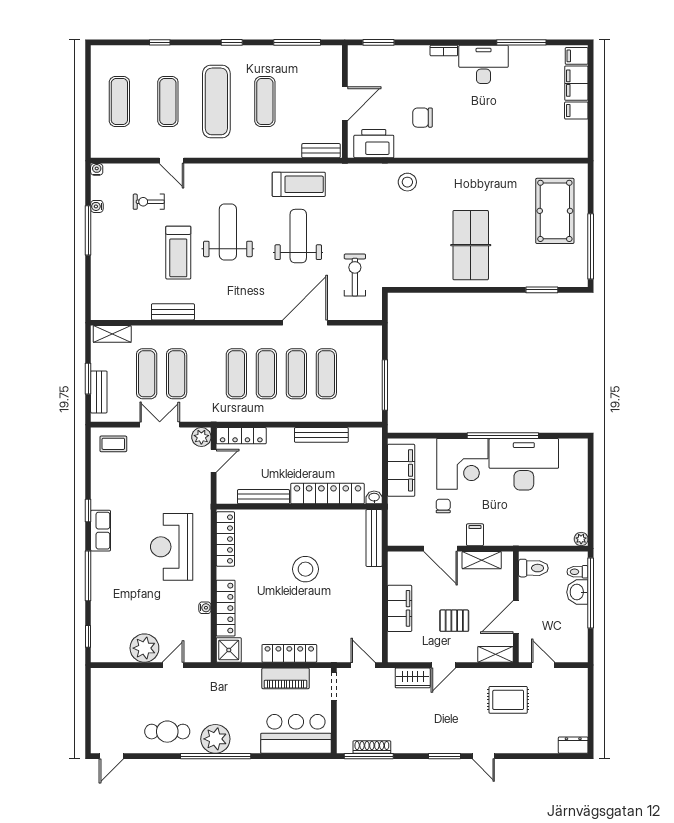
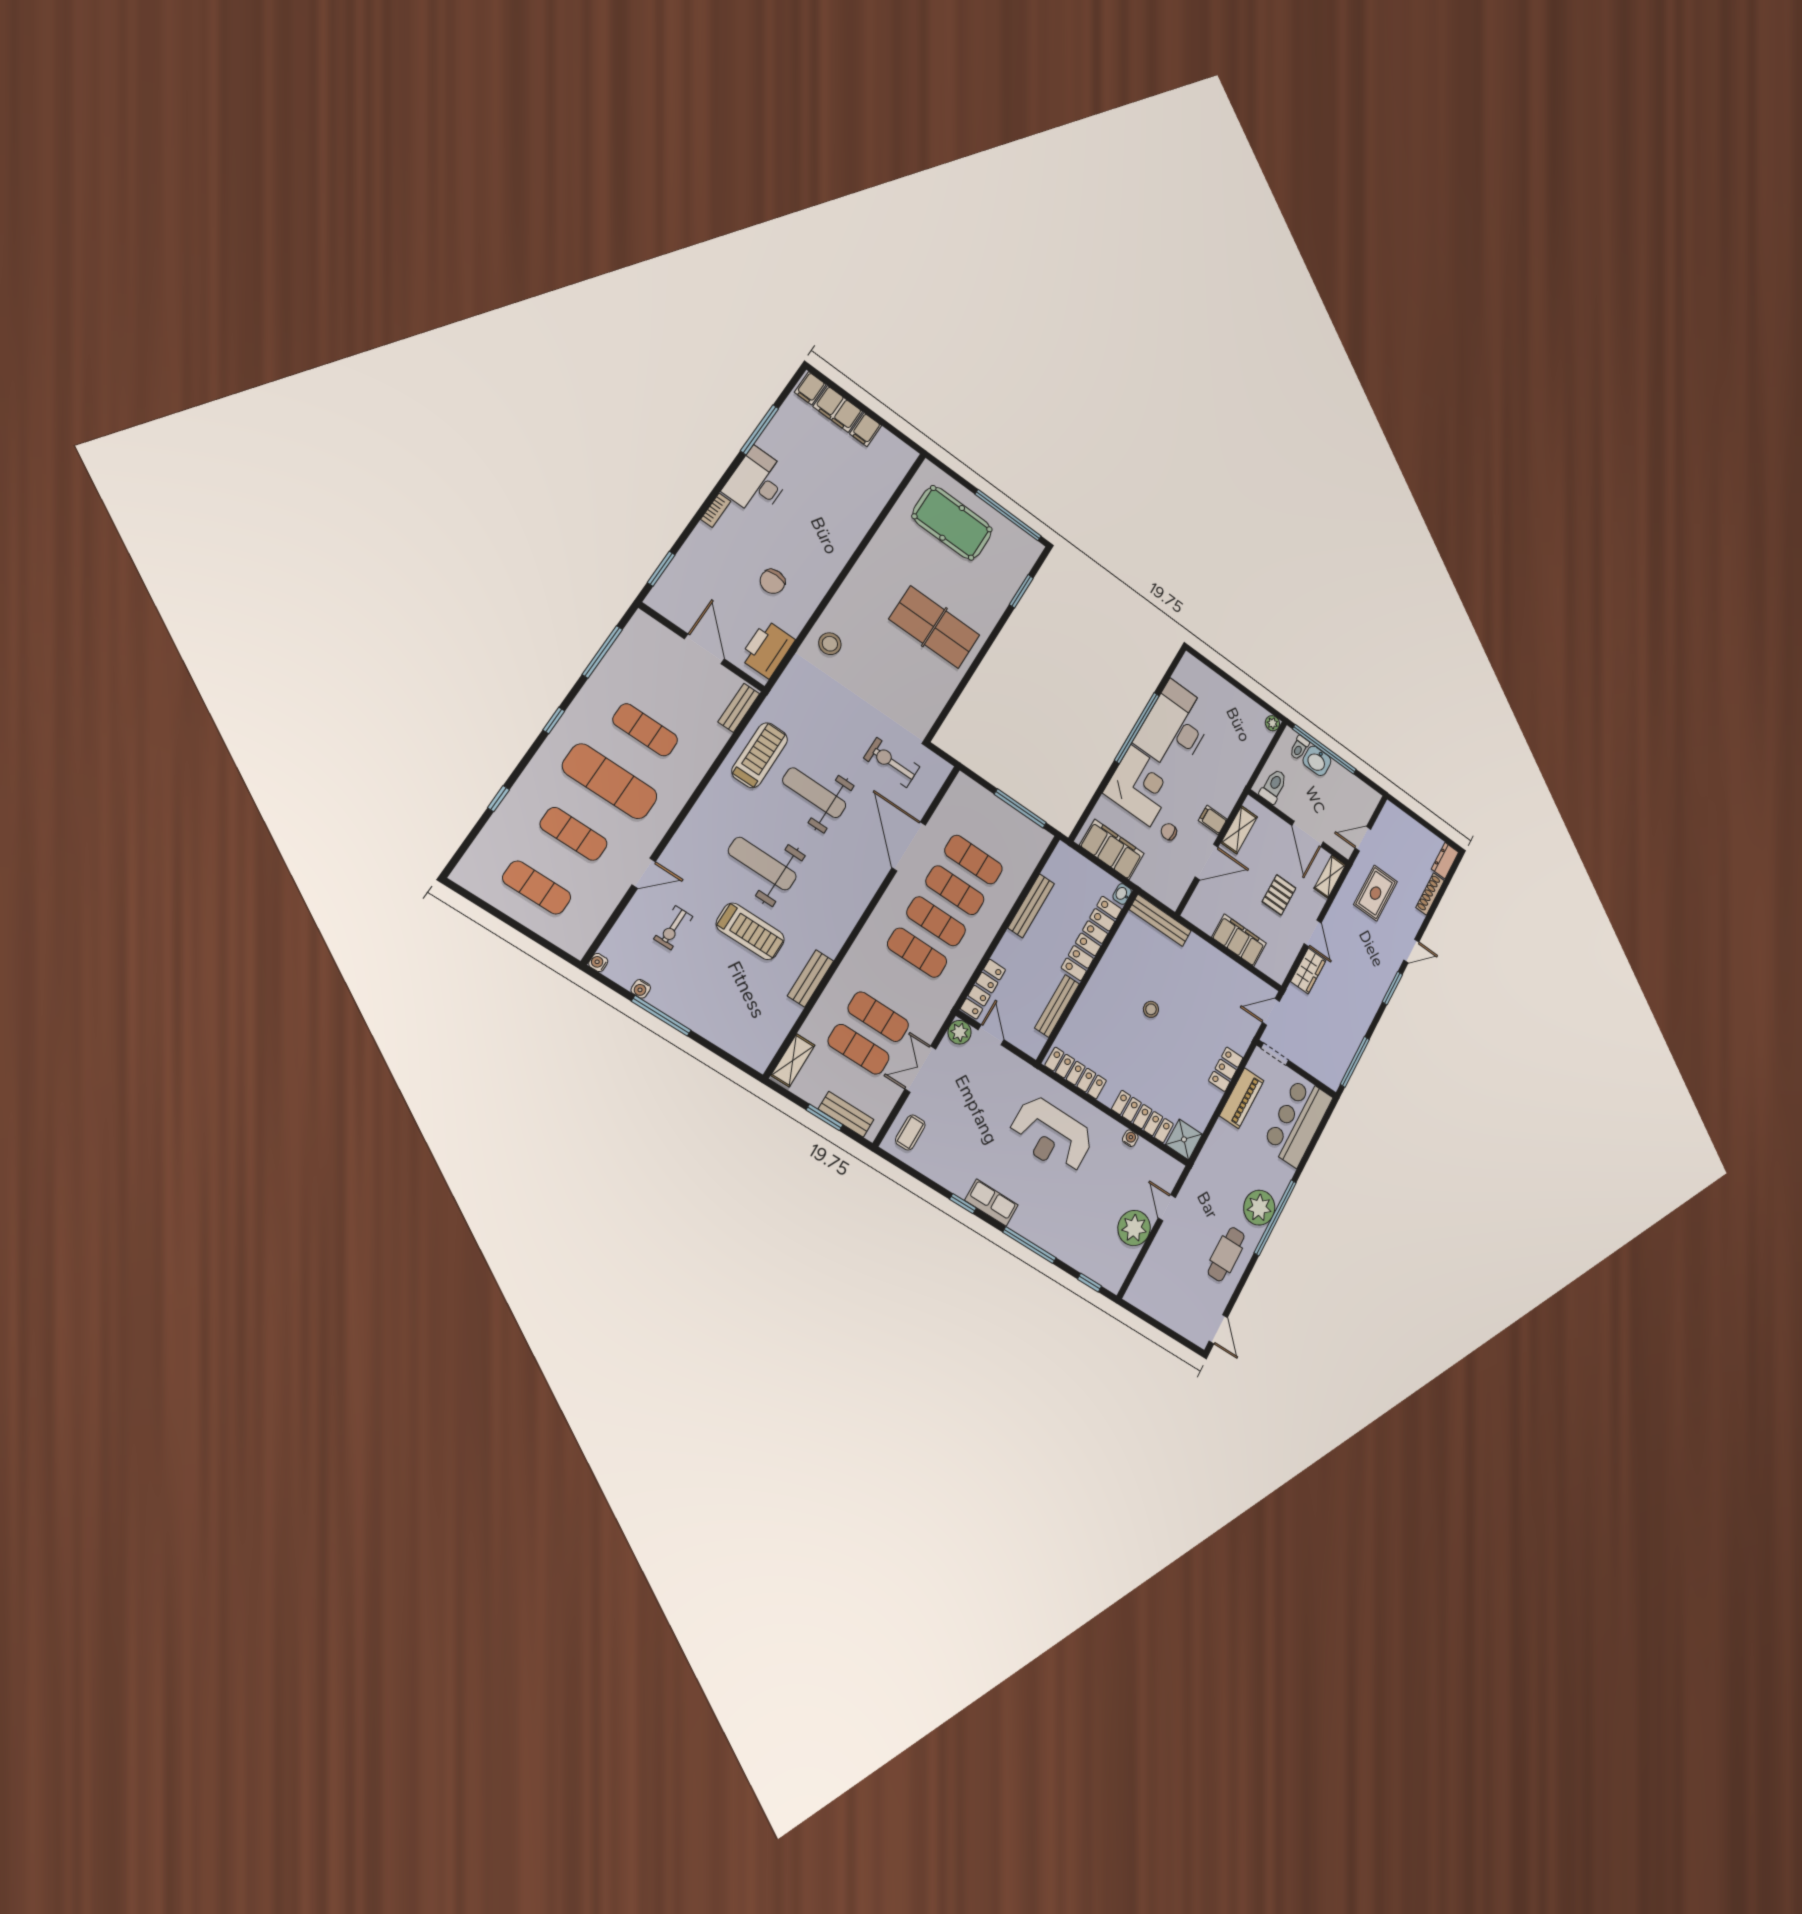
stool: (305, 569) -> (1151, 1009), width x0.53, depth x0.53
locker: (289, 653) -> (1226, 1069), width x0.66
shoe rack: (372, 747) -> (1430, 894), moved

